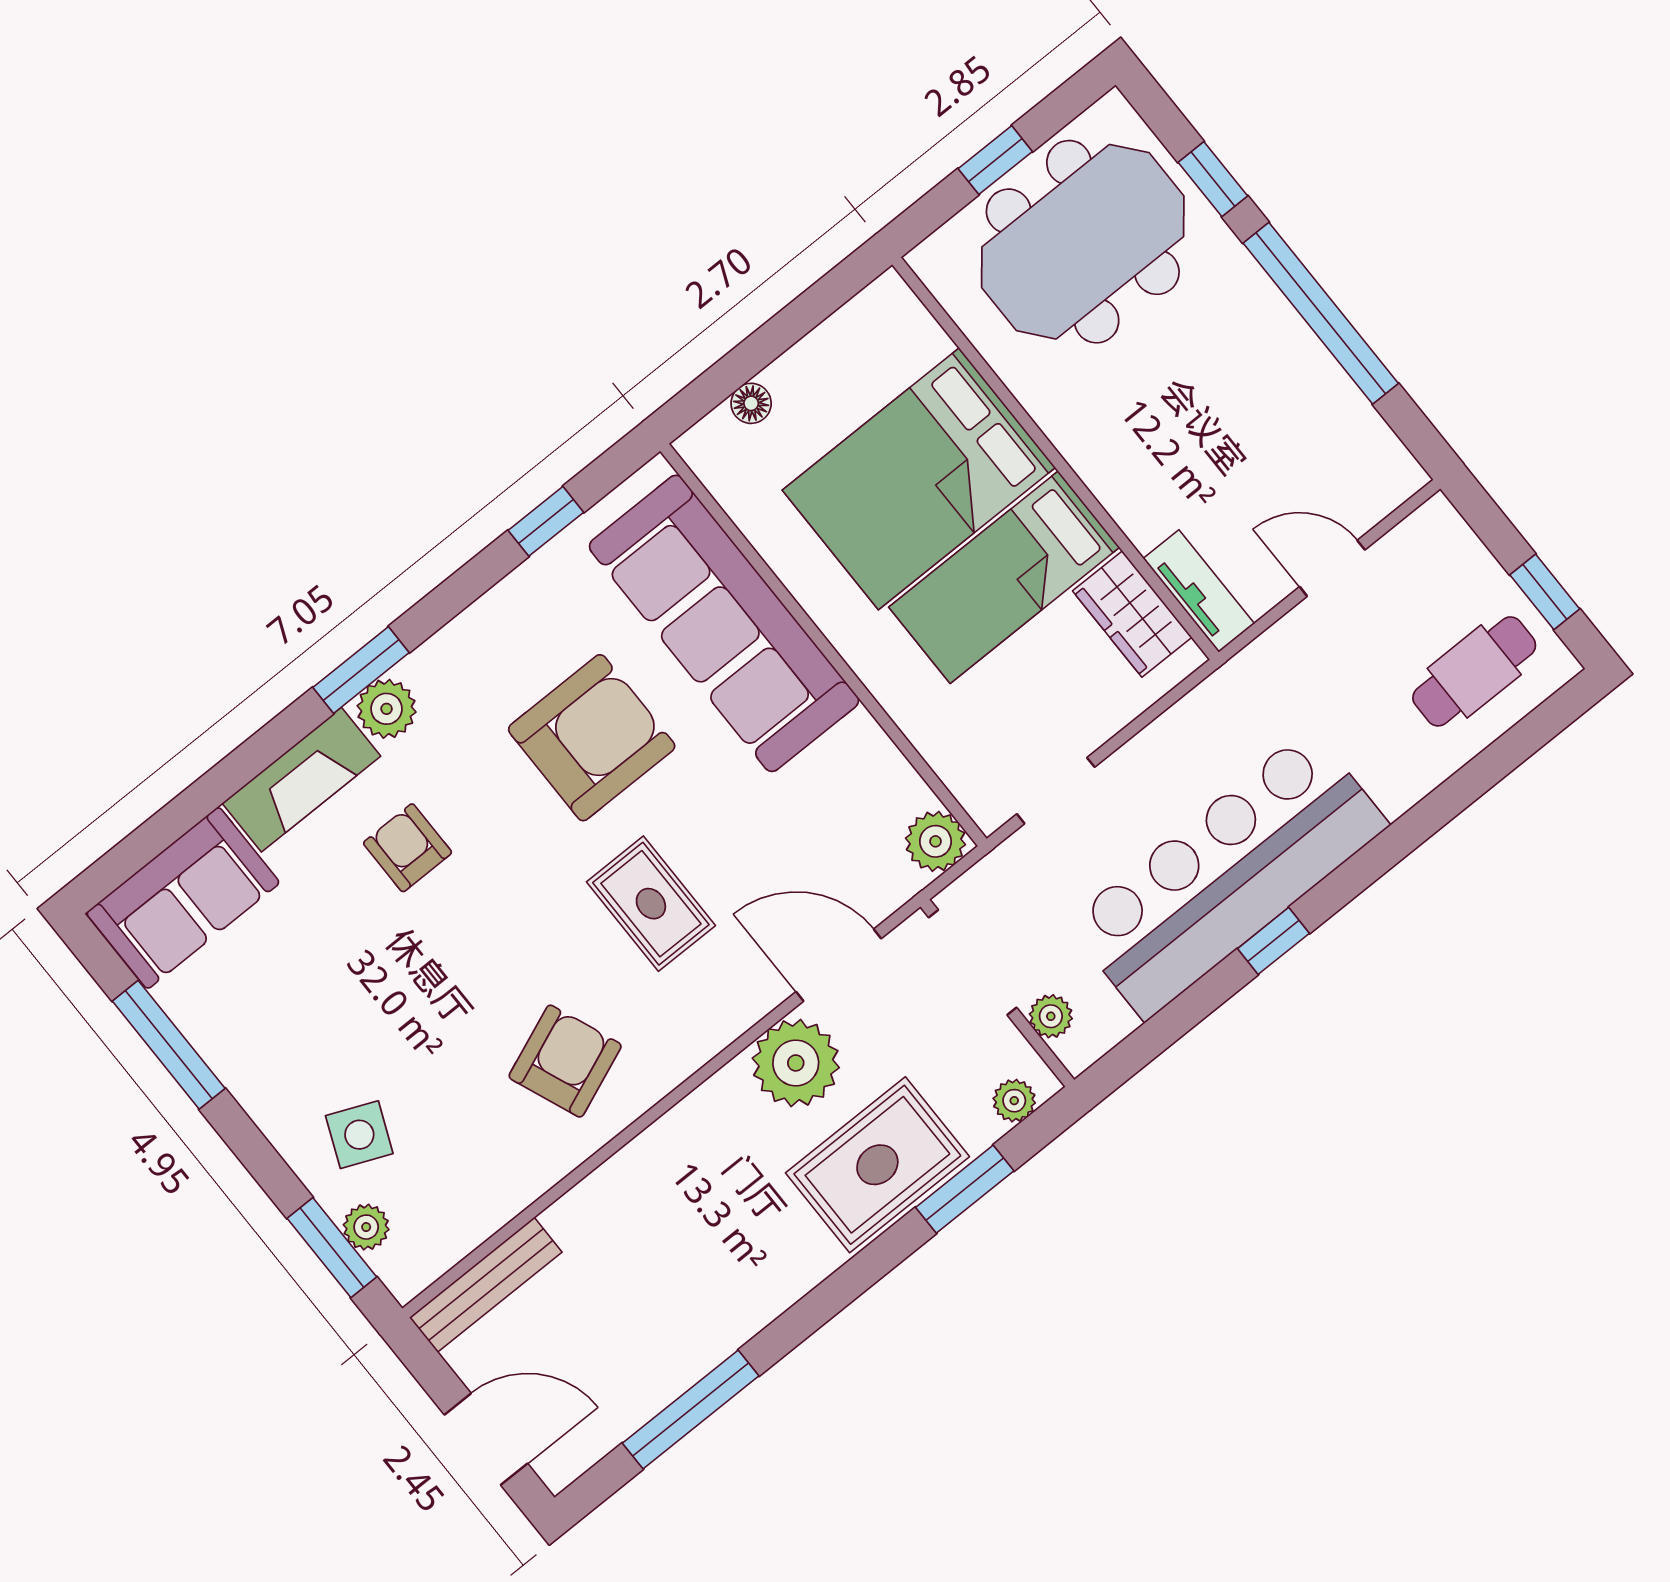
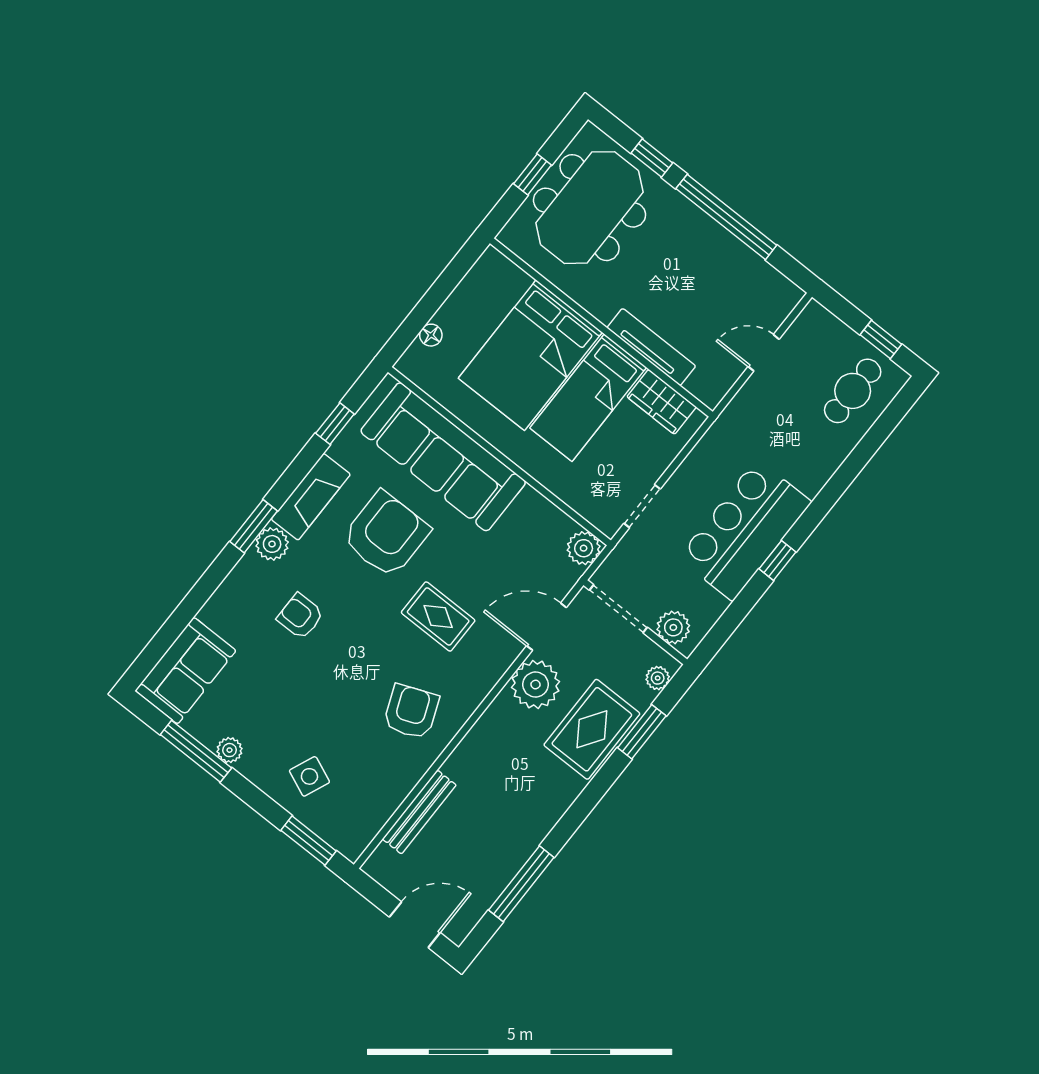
tv unit: (1199, 591) -> (651, 347), moved, width x1.41
fireplace: (301, 780) -> (311, 497), moved
bar counter: (1228, 874) -> (745, 530), width x0.73
plant: (1051, 1016) -> (673, 627), width x1.38, depth x1.38
plant: (366, 1227) -> (230, 750), moved
bench: (486, 1285) -> (419, 812), moved

